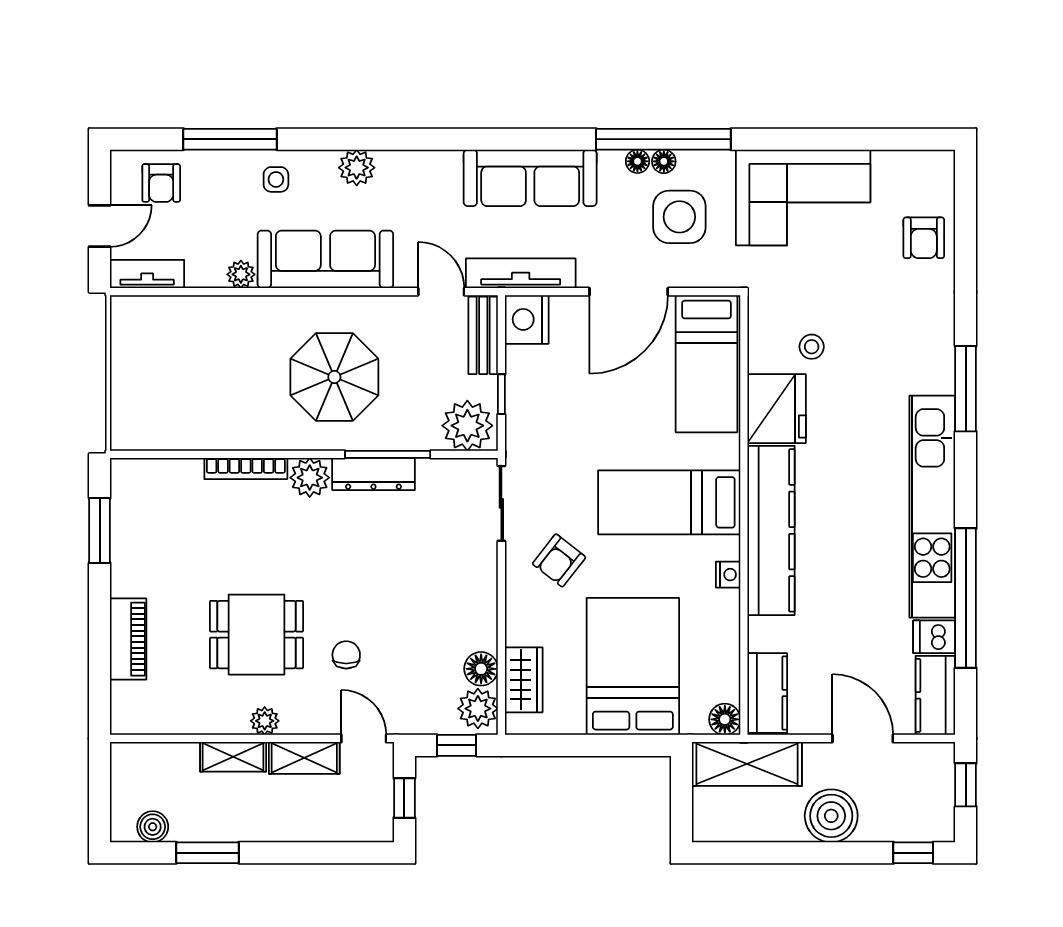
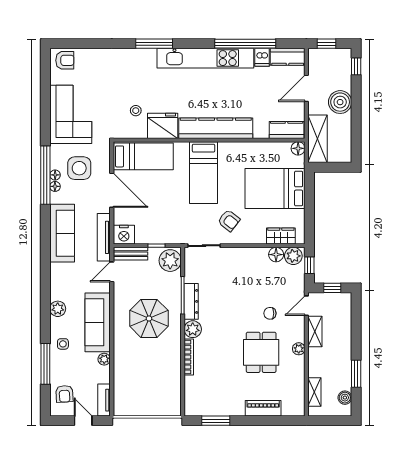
armchair: (161, 183) -> (64, 394), turned 87
armchair: (924, 238) -> (65, 60), moved
nightstand: (728, 575) -> (235, 147), removed
shelving: (233, 757) -> (314, 392), moved

